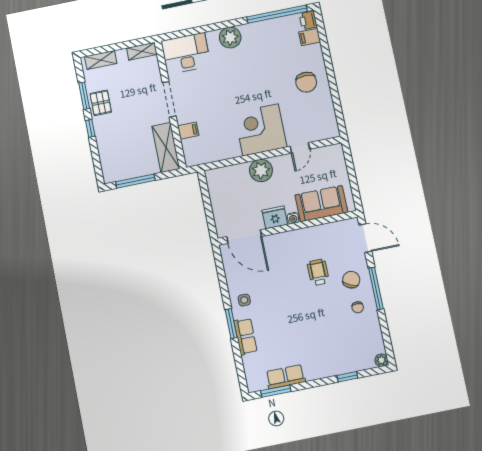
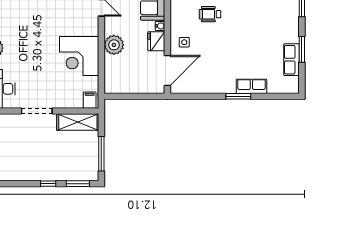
window: (84, 96) -> (78, 184), moved
pallet: (101, 103) -> (28, 171), removed
corner desk: (261, 130) -> (79, 56), moved
filing cabinet: (188, 131) -> (90, 100), moved
side table: (244, 300) -> (184, 42), moved
window: (276, 391) -> (302, 49), moved

